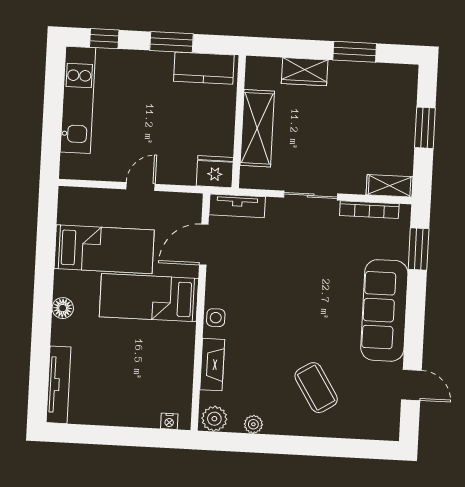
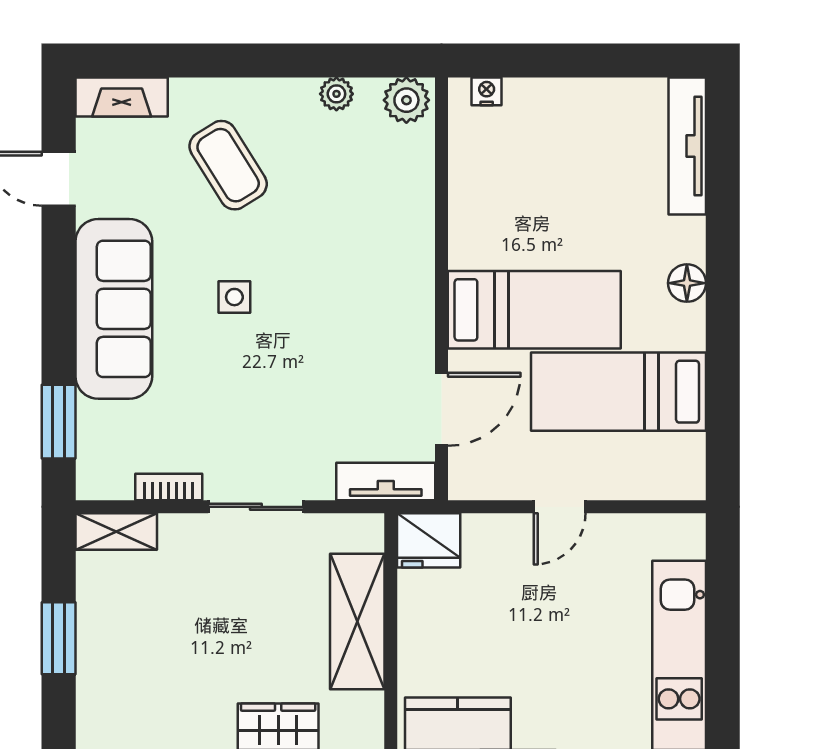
bookcase: (369, 210) -> (169, 487), width x0.64
side table: (216, 318) -> (234, 297), moved
fireplace: (212, 365) -> (122, 97), moved, turned -90

